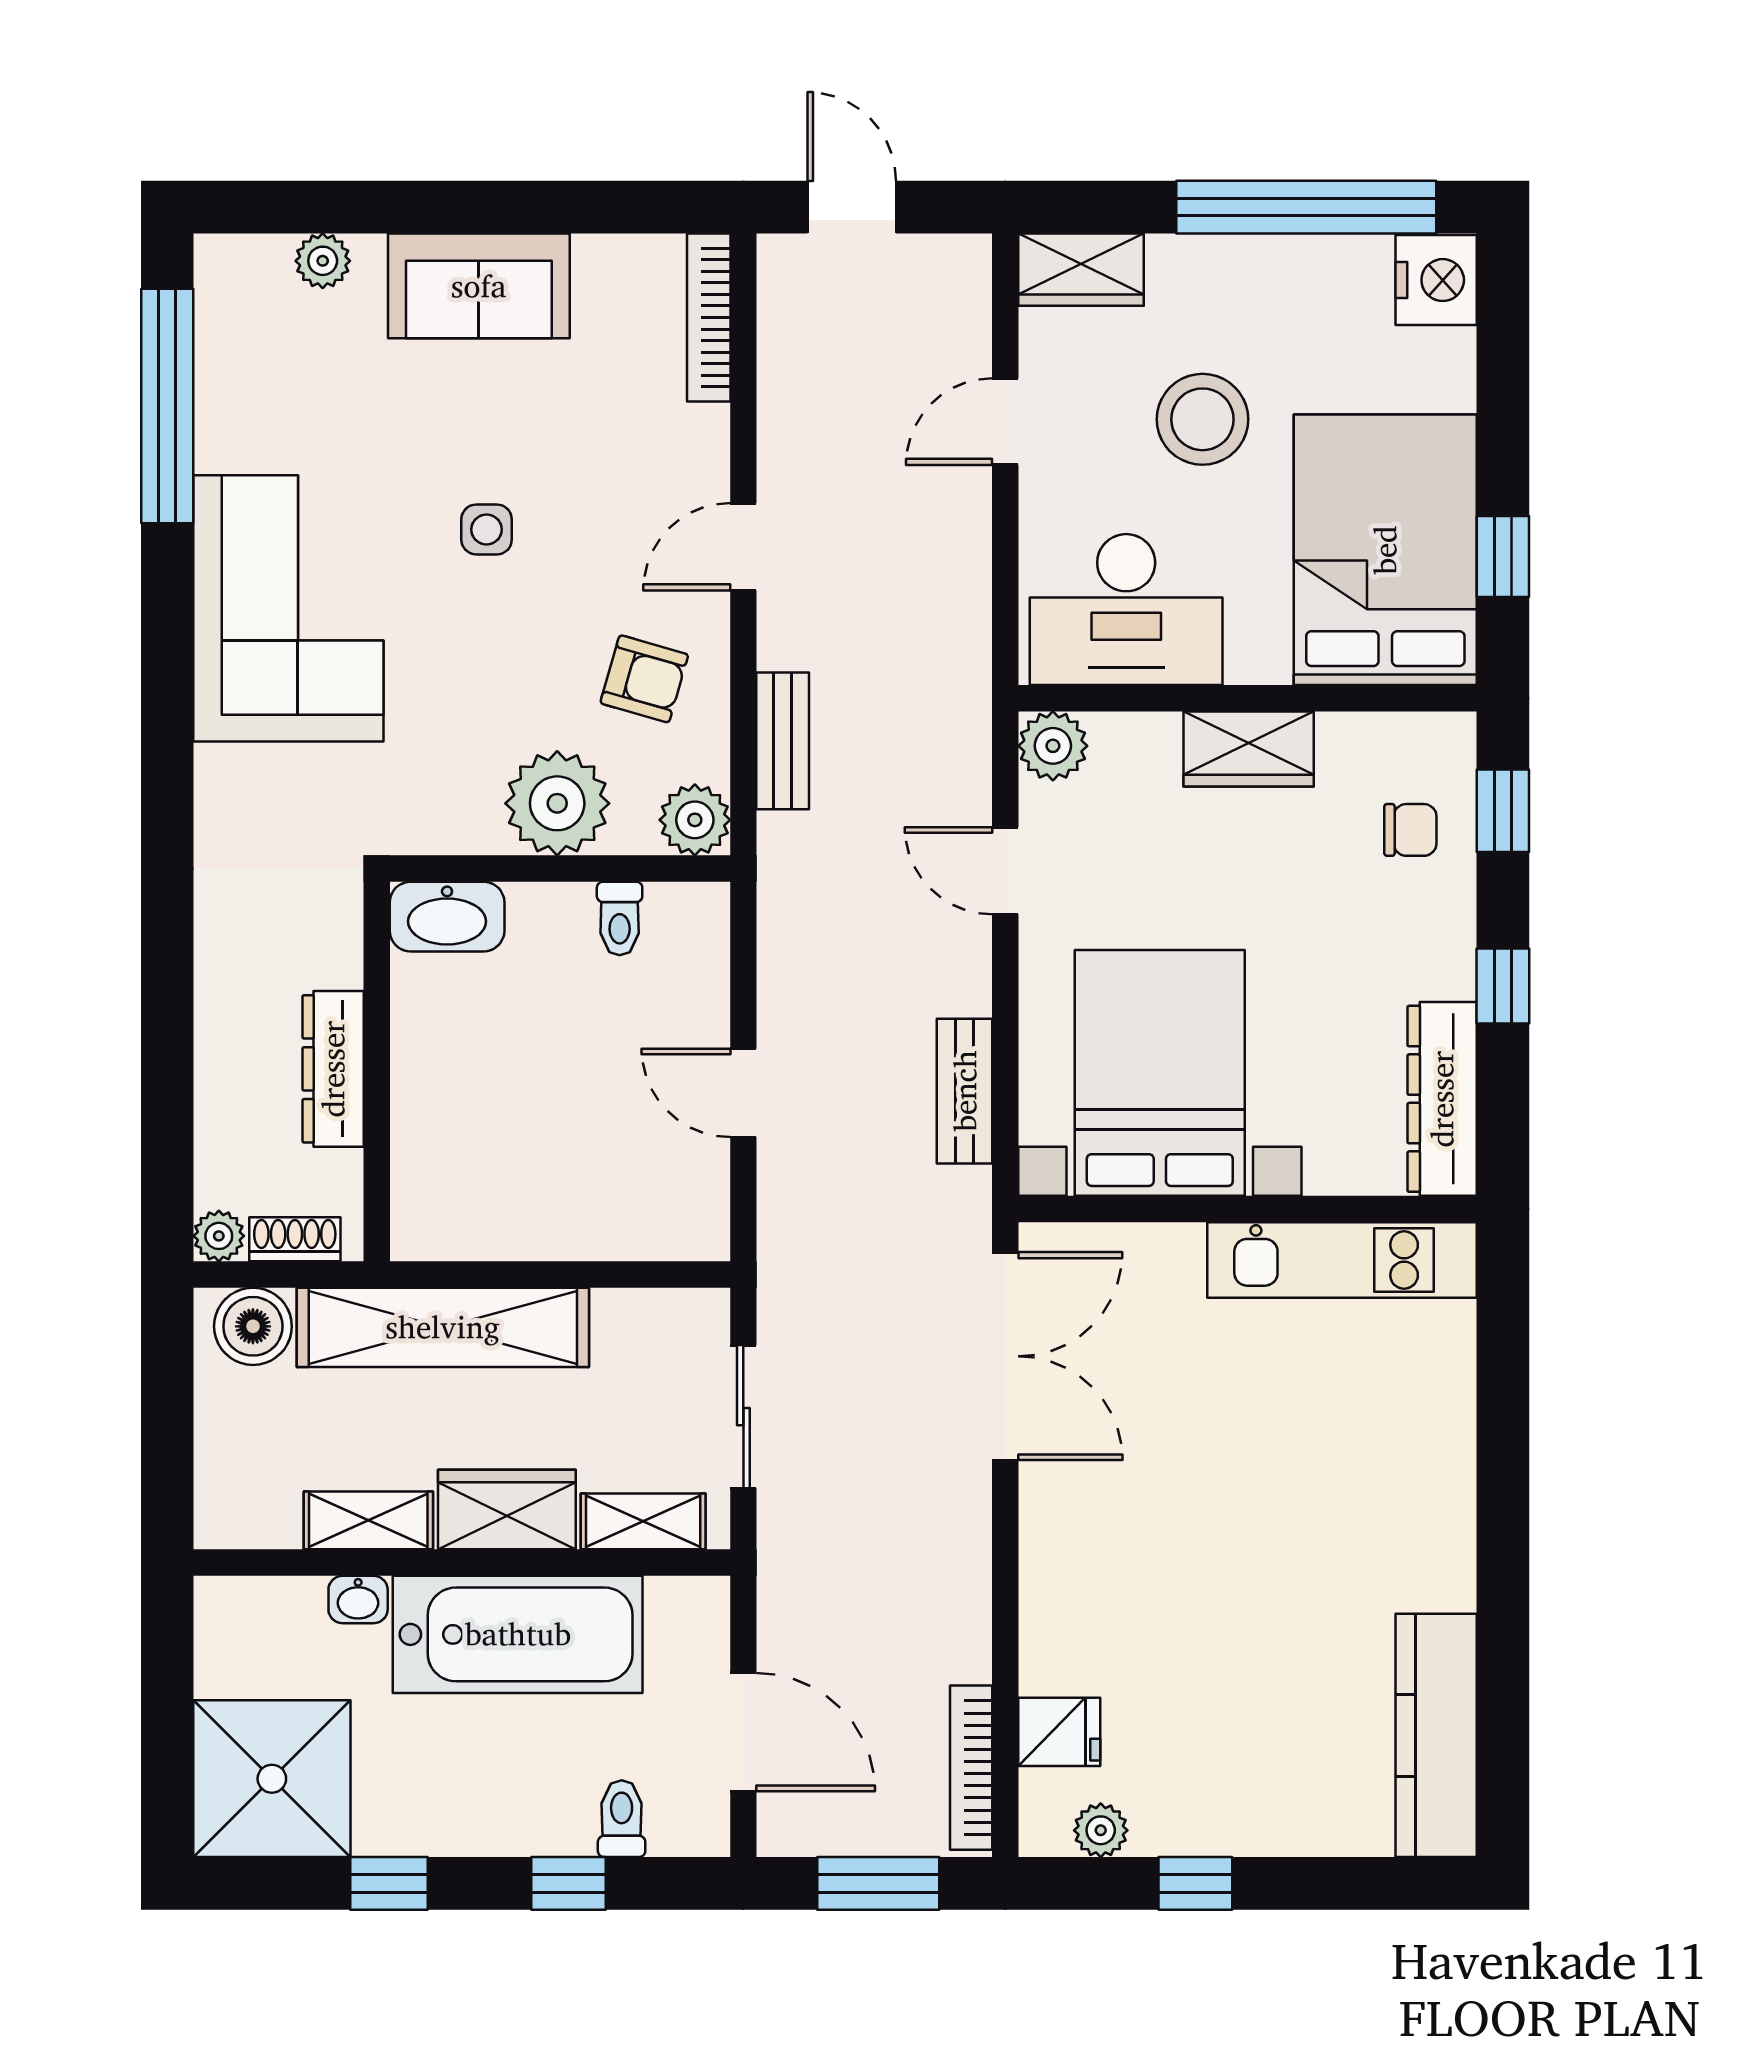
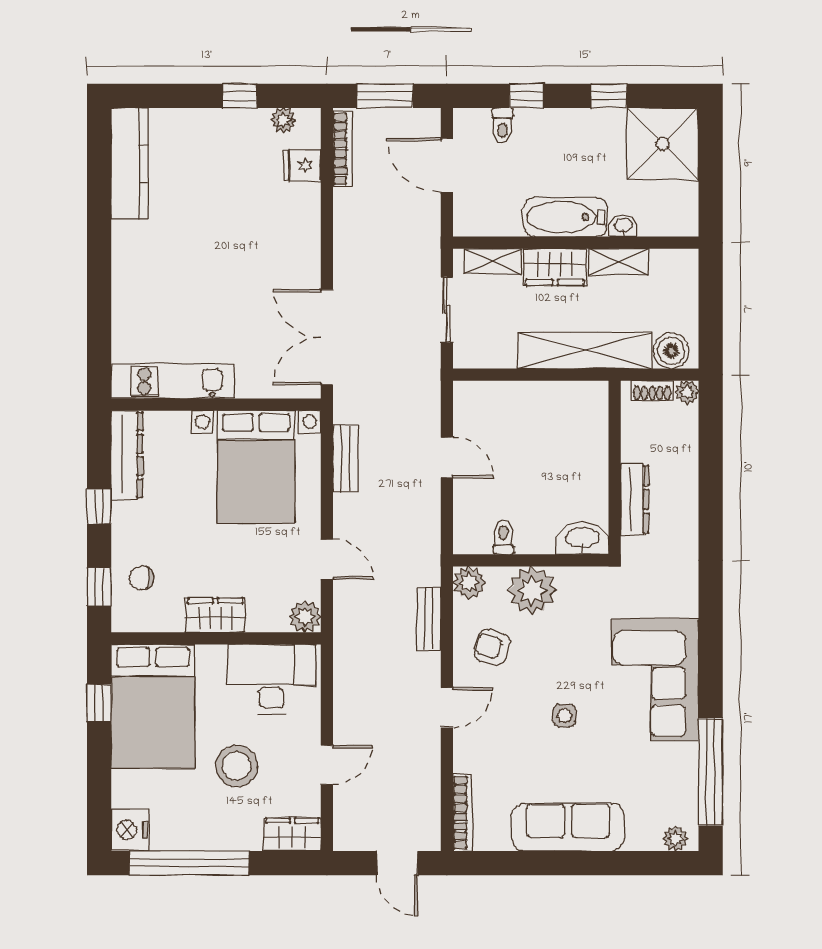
plant: (323, 261) -> (675, 839), moved
sofa: (479, 286) -> (568, 827), width x1.36
dresser: (333, 1069) -> (635, 499), moved
bathtub: (518, 1634) -> (565, 217), width x0.73, depth x0.73

